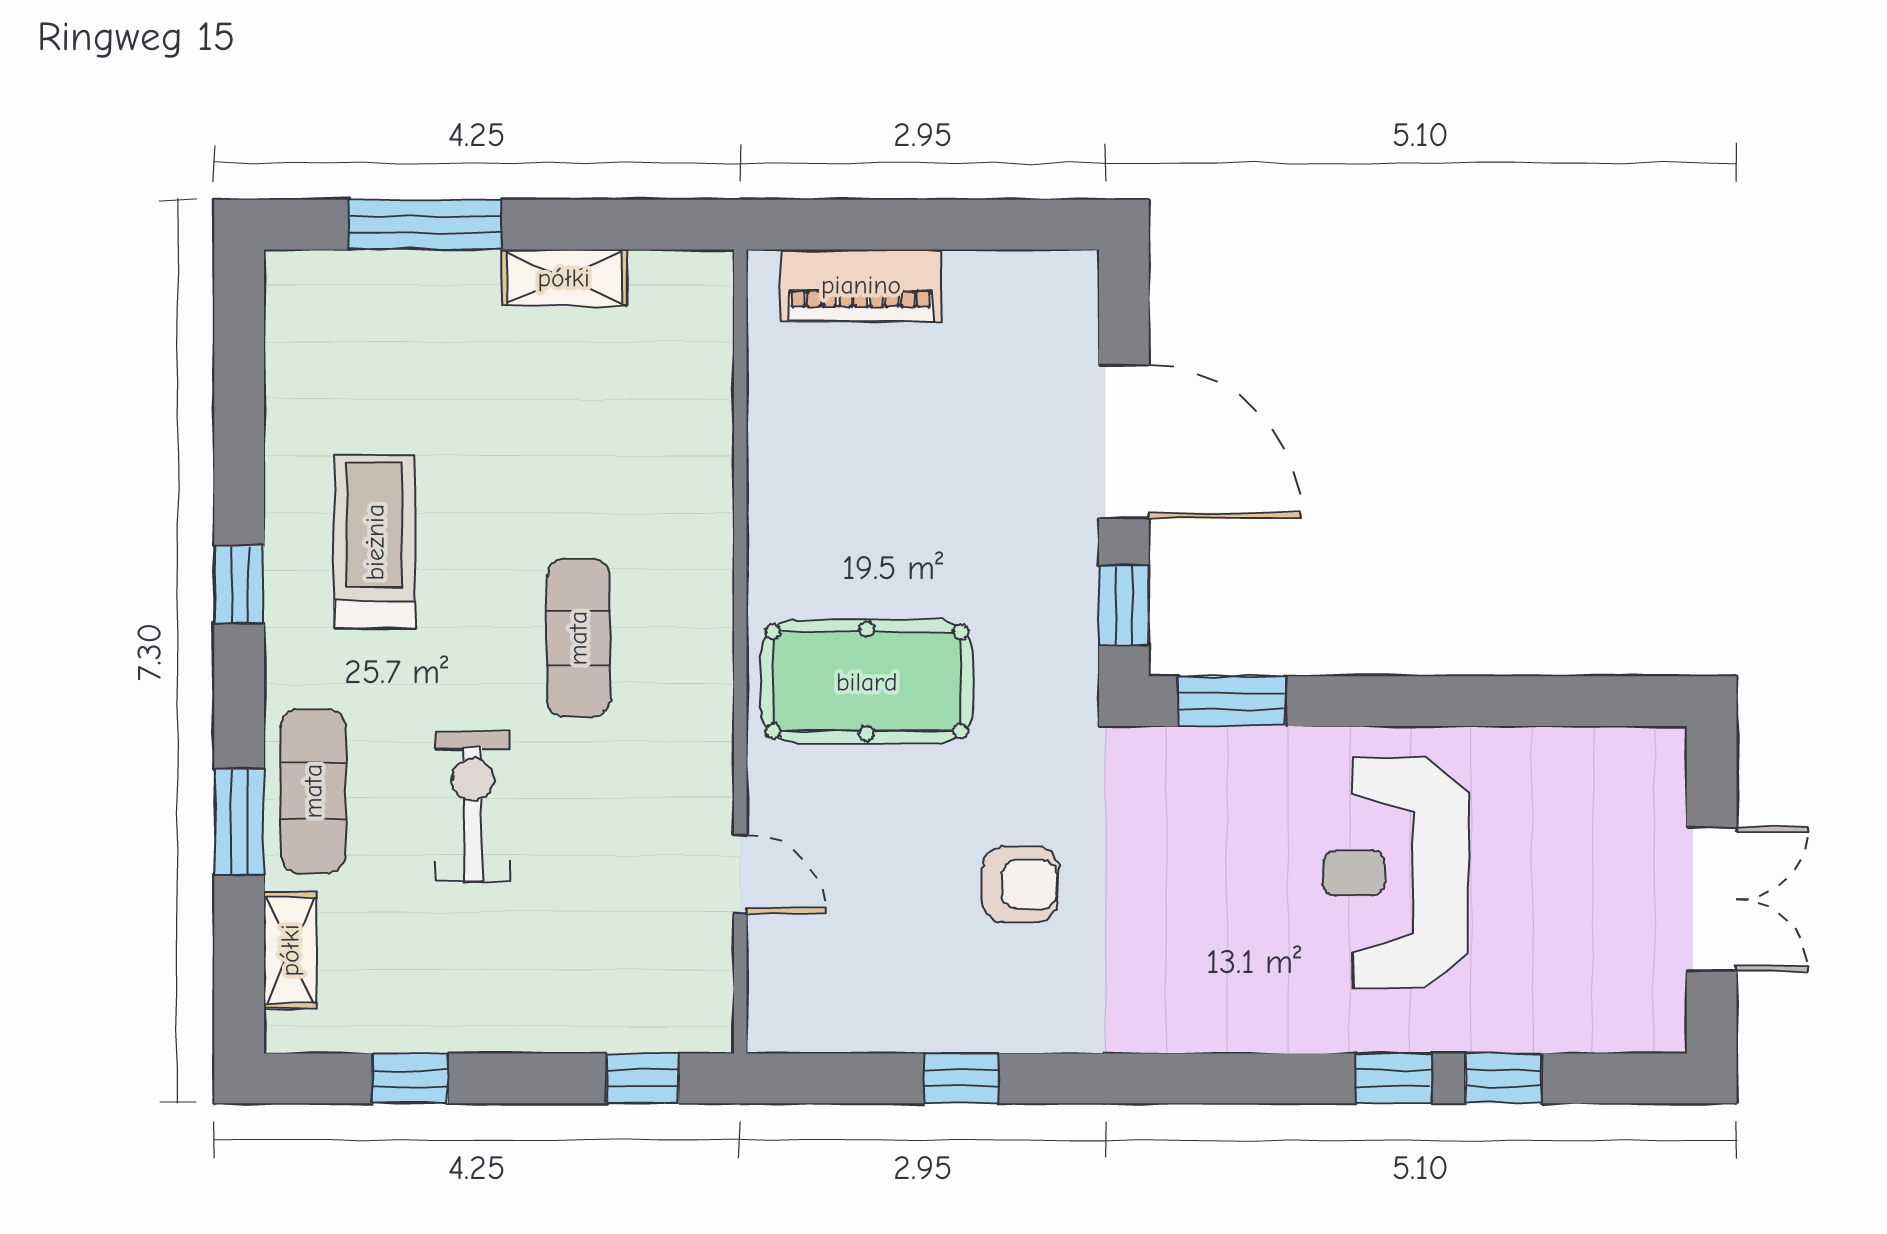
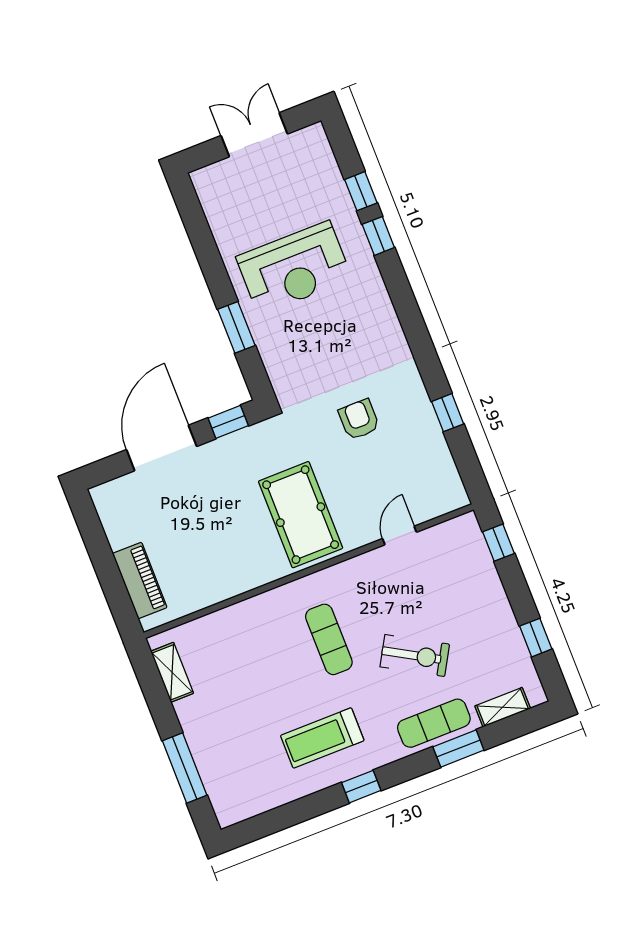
shelving: (564, 278) -> (172, 672), moved
exercise mat: (578, 638) -> (329, 639), turned 90
window: (1231, 701) -> (236, 327), moved
exercise bike: (473, 807) -> (415, 655), turned -150

